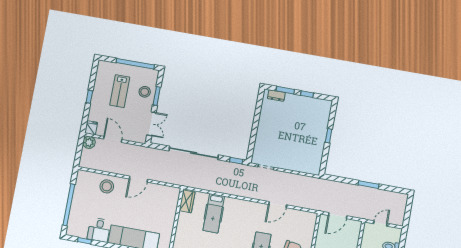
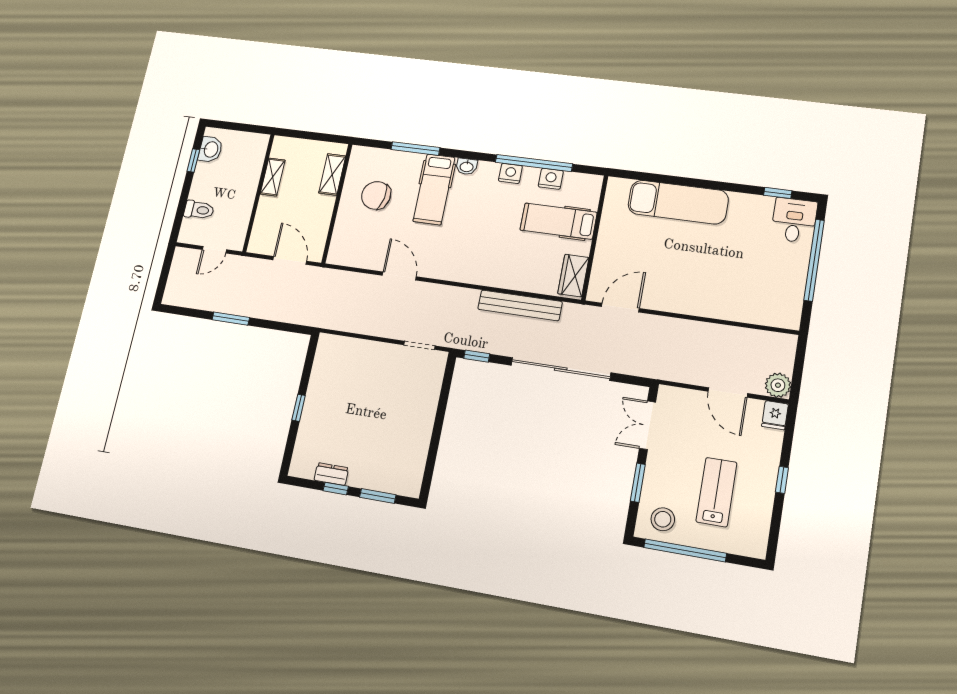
stool: (145, 92) -> (663, 519), moved
dresser: (276, 96) -> (331, 474), moved
door: (138, 179) -> (620, 308), moved
stool: (107, 186) -> (736, 299), removed
bench: (214, 187) -> (520, 305), added
door: (278, 205) -> (399, 276), hinge flipped
hospital bed: (214, 213) -> (559, 221), moved, turned -90
door: (338, 216) -> (290, 260), hinge flipped
desk: (99, 230) -> (794, 220), moved

